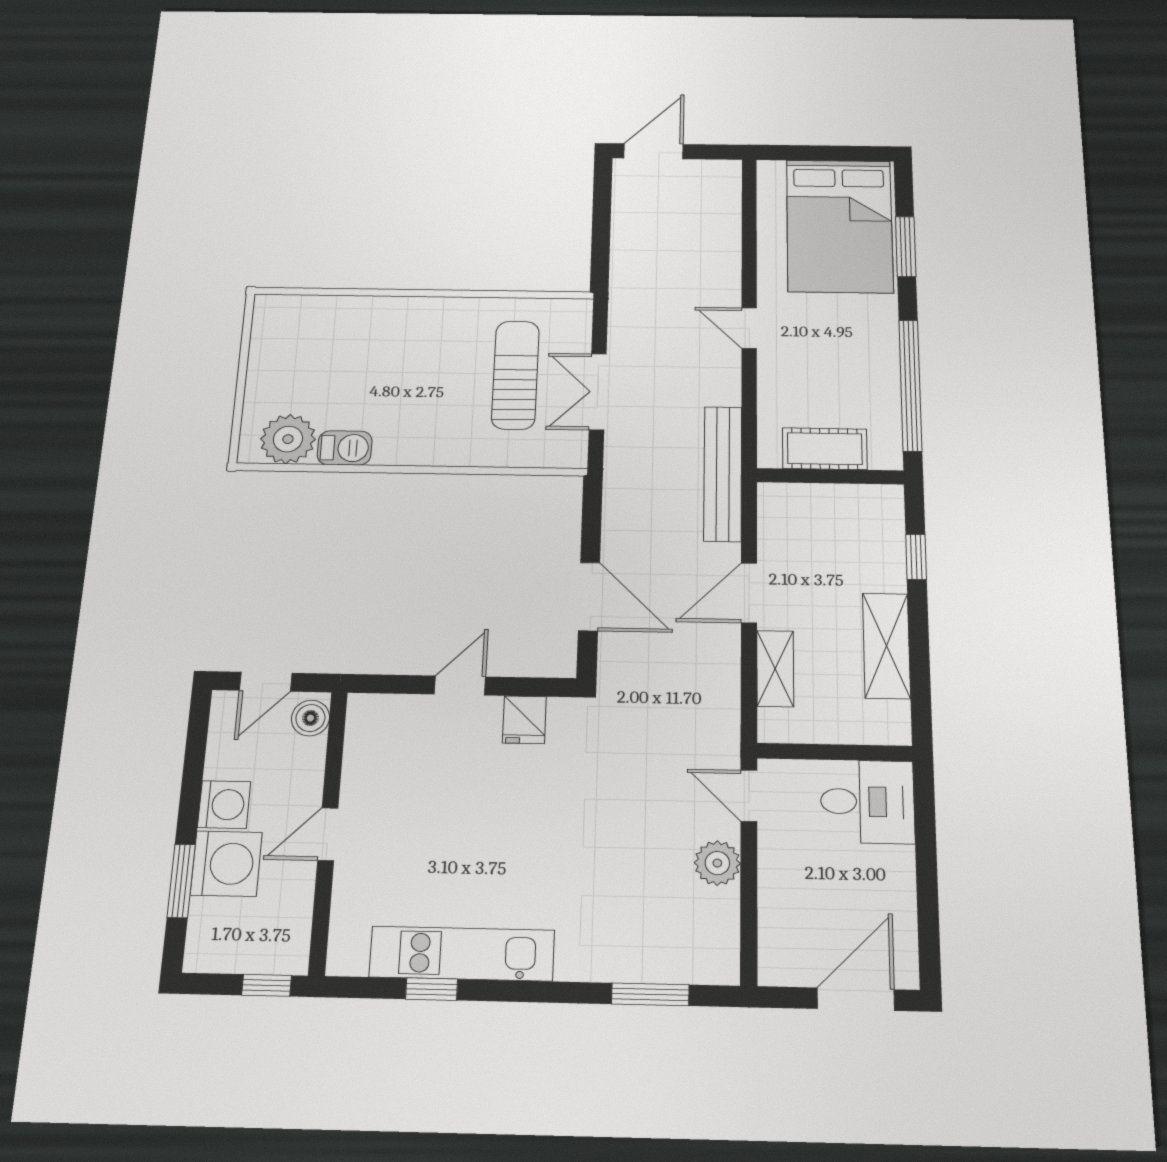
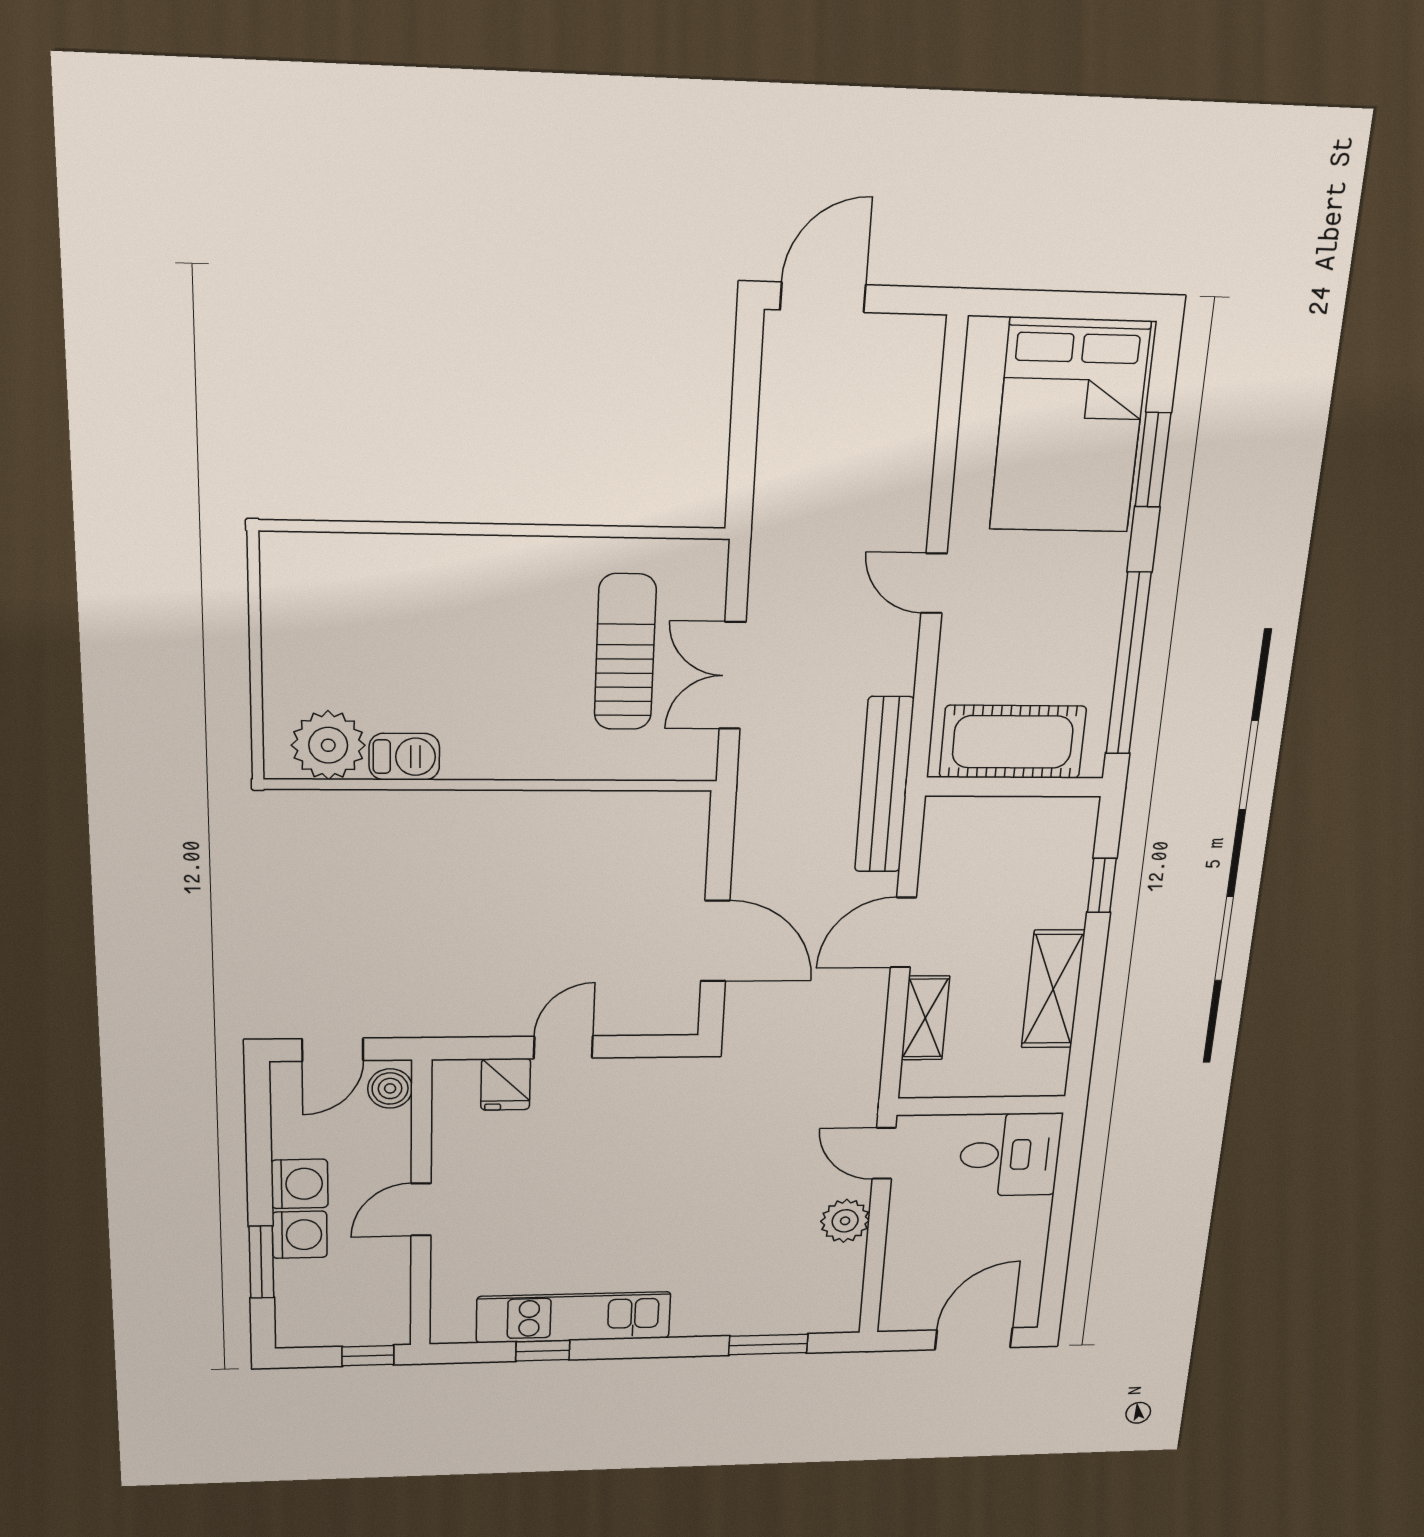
cot: (825, 449) -> (1013, 742), width x1.37, depth x1.34
fridge: (524, 720) -> (506, 1084), moved
washing machine: (226, 864) -> (300, 1235), width x0.73, depth x0.73

